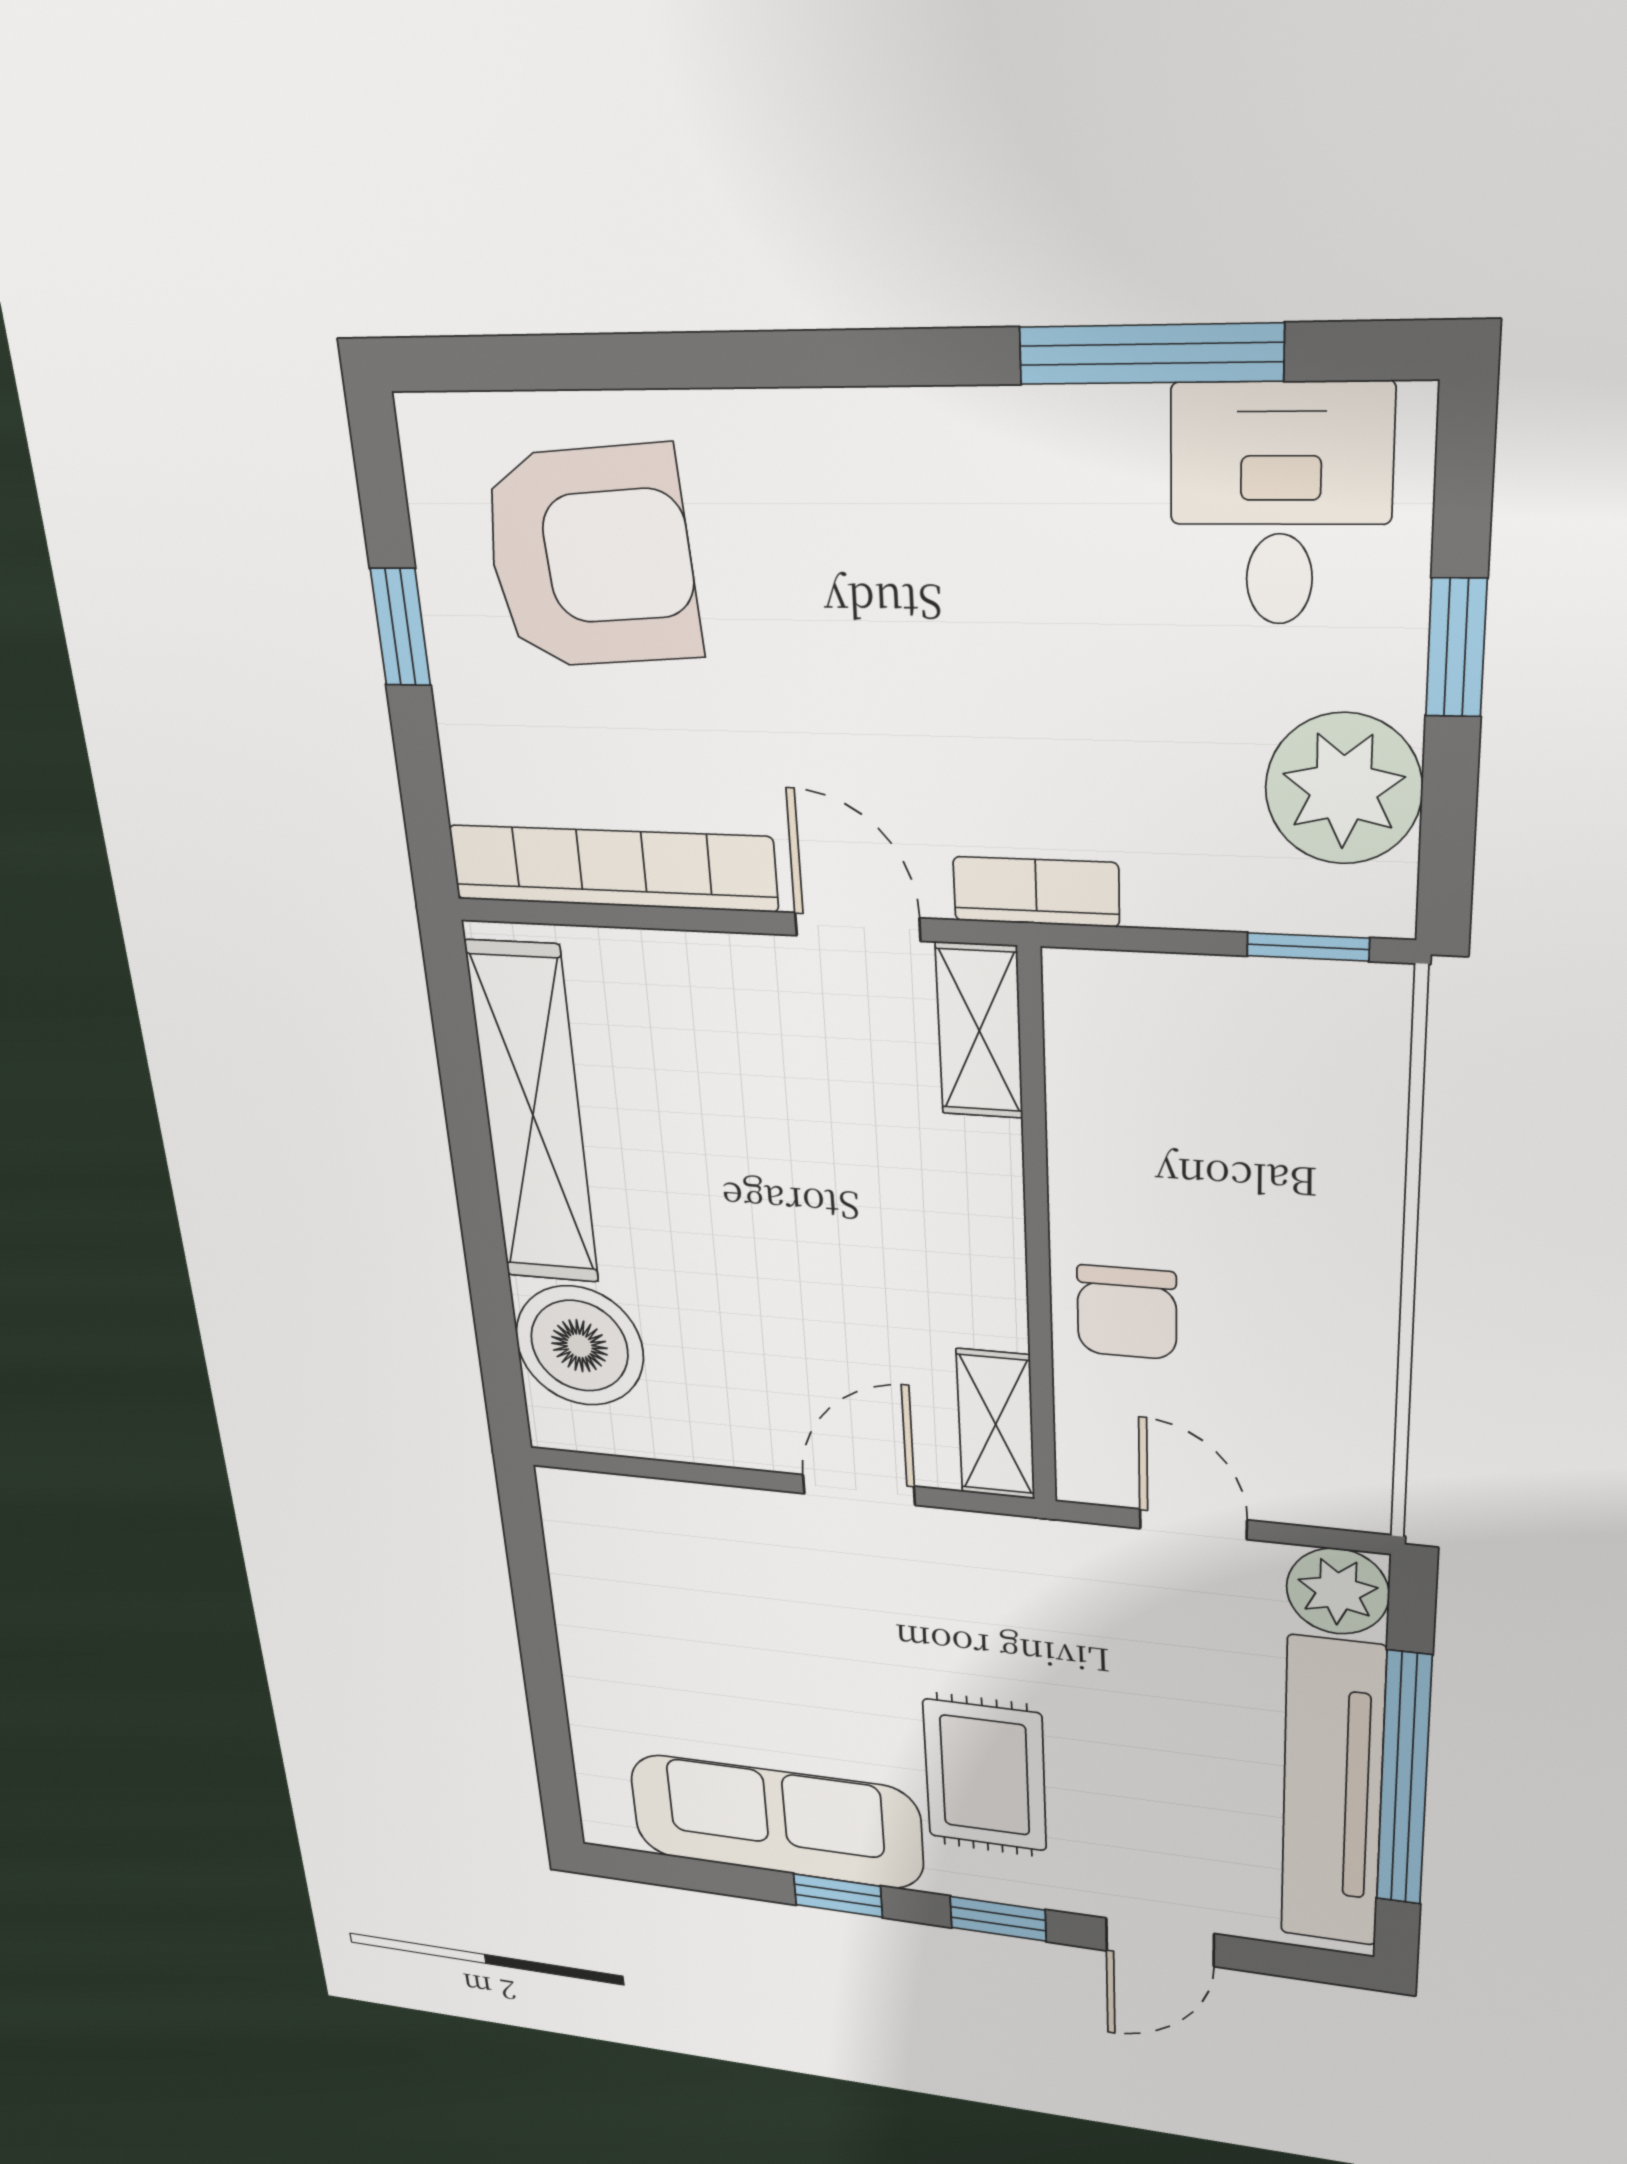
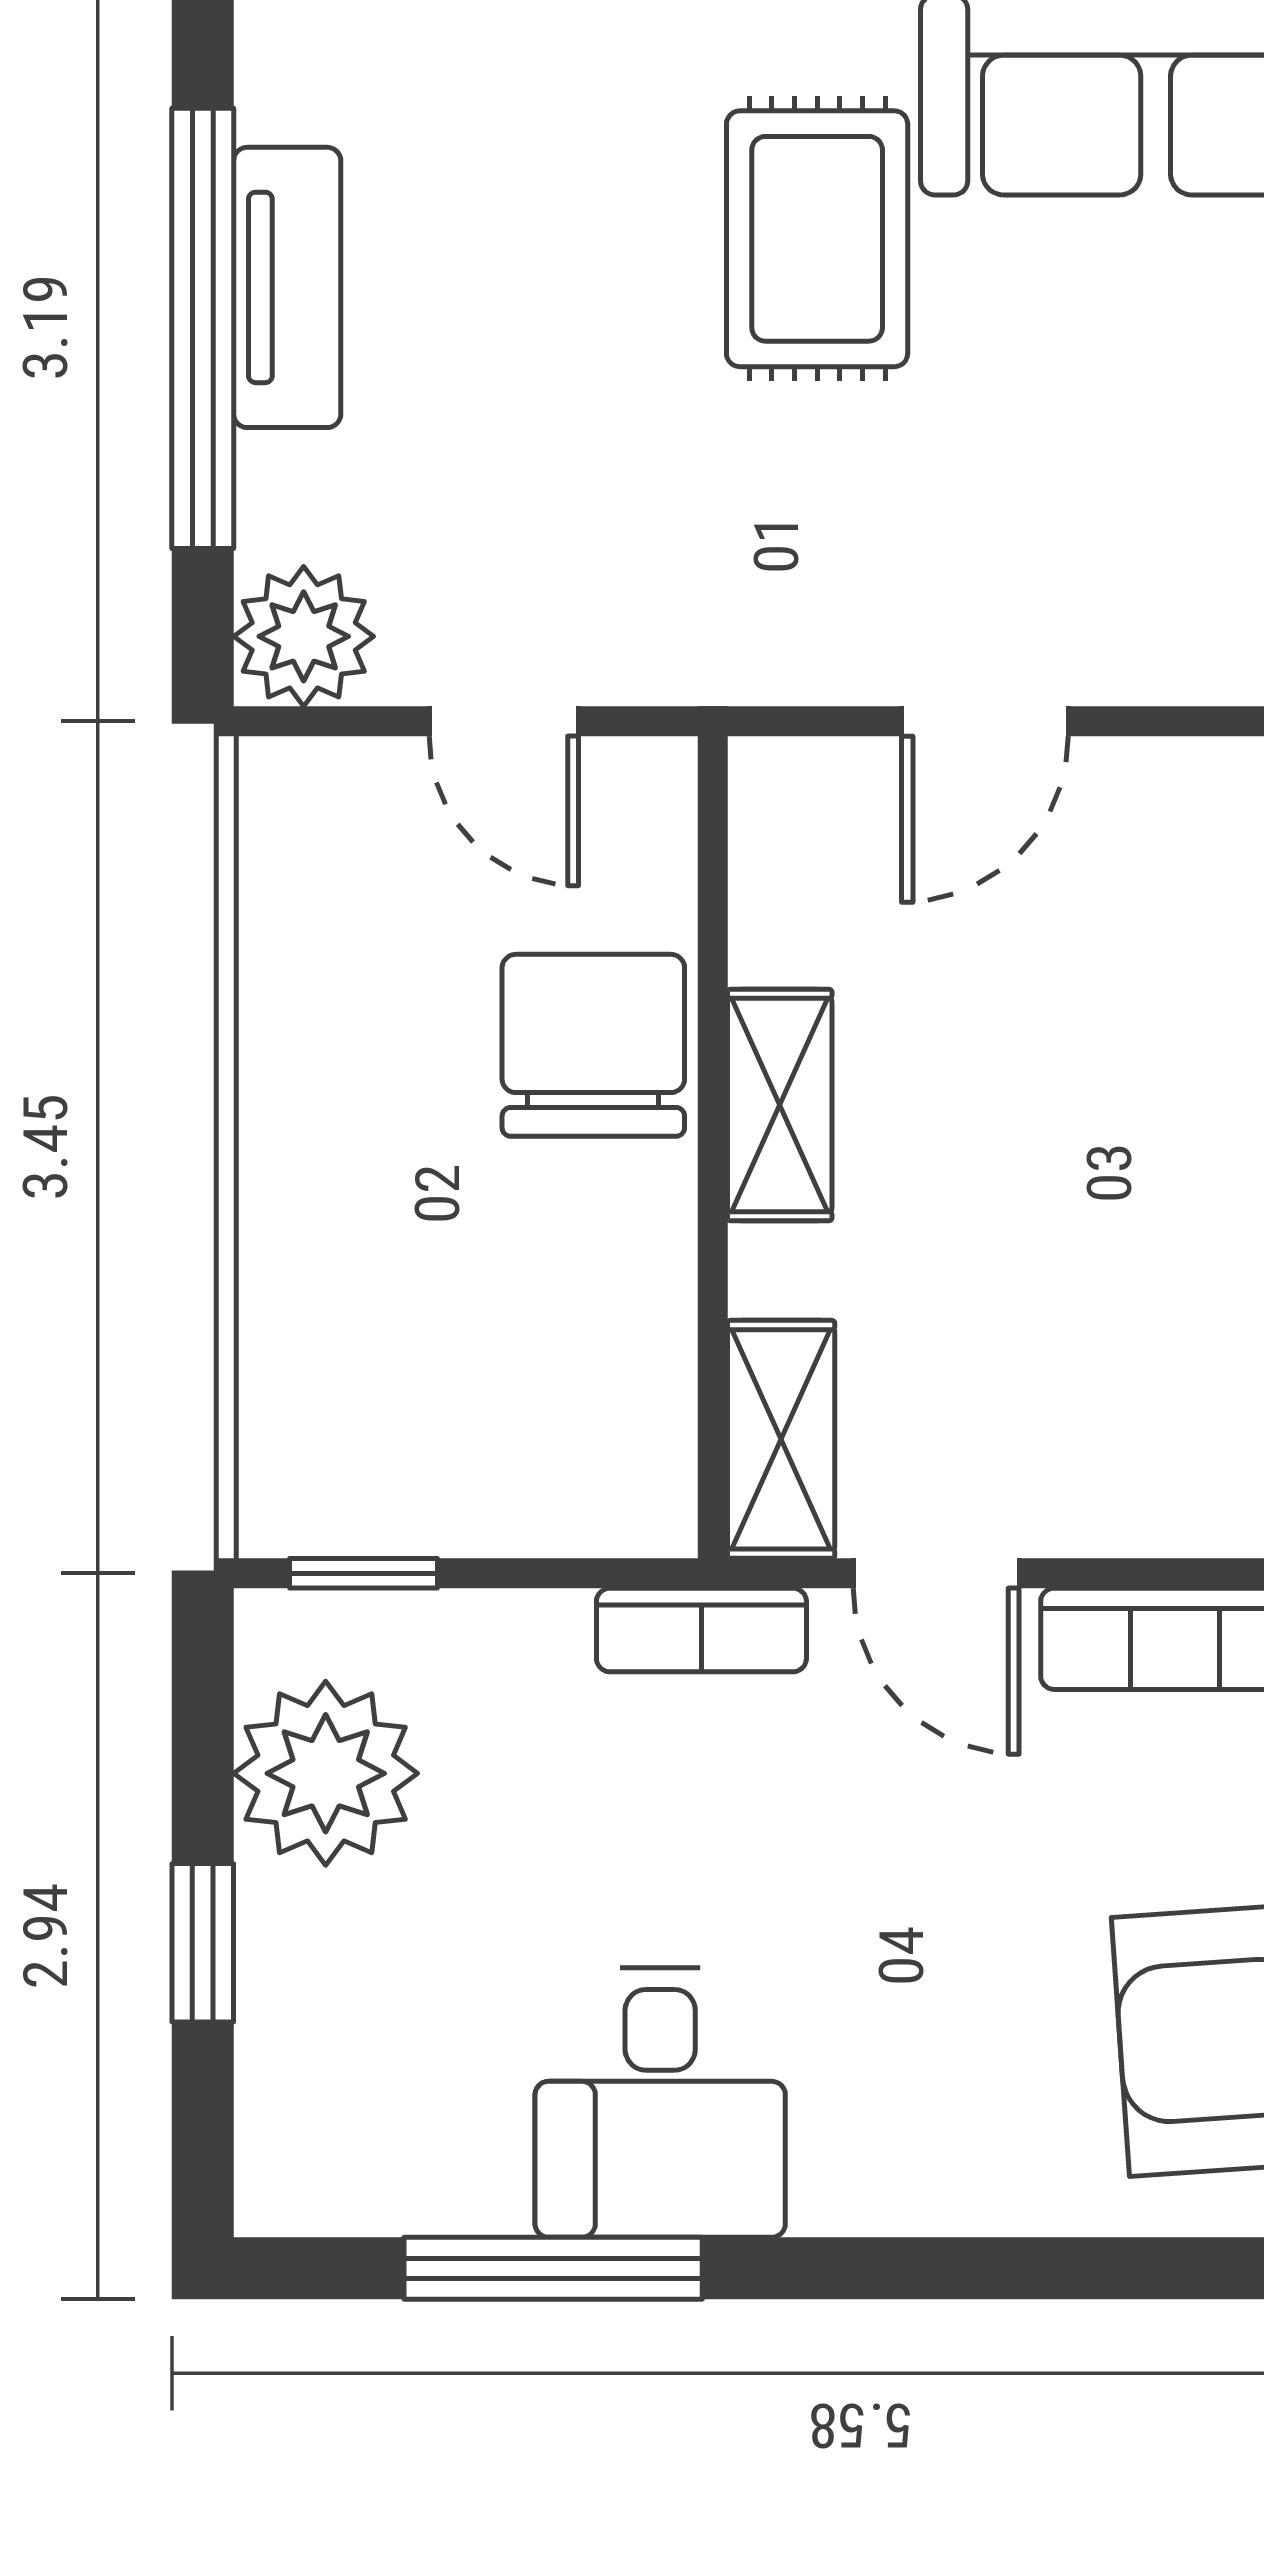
desk: (1280, 505) -> (660, 2103), moved
chair: (1127, 1312) -> (593, 1045), width x1.37, depth x1.37
shelving: (996, 1424) -> (780, 1105), moved
tv unit: (1332, 1794) -> (287, 287), width x0.52, depth x0.78

